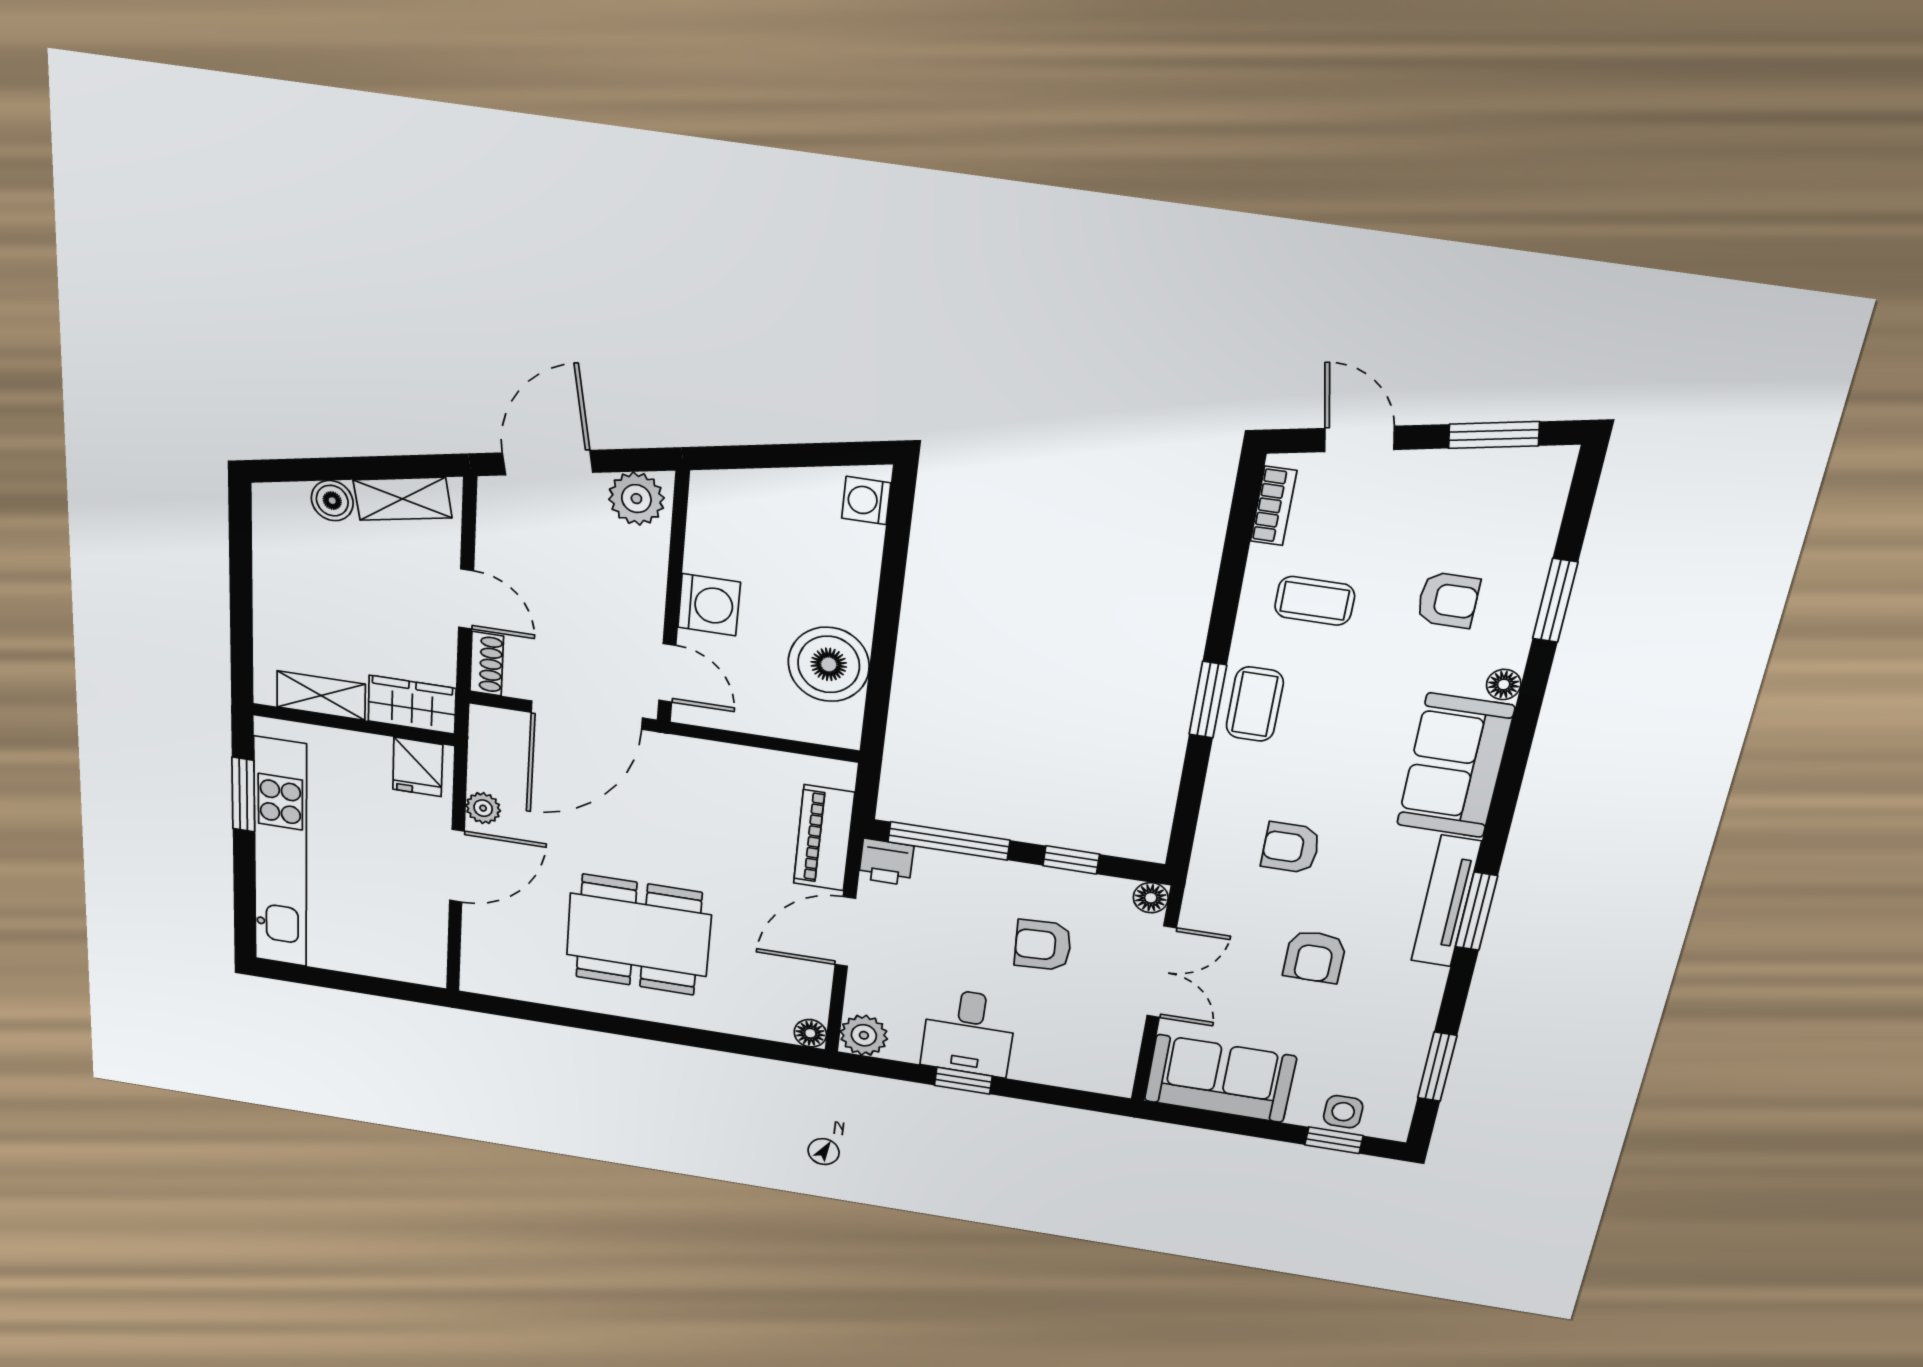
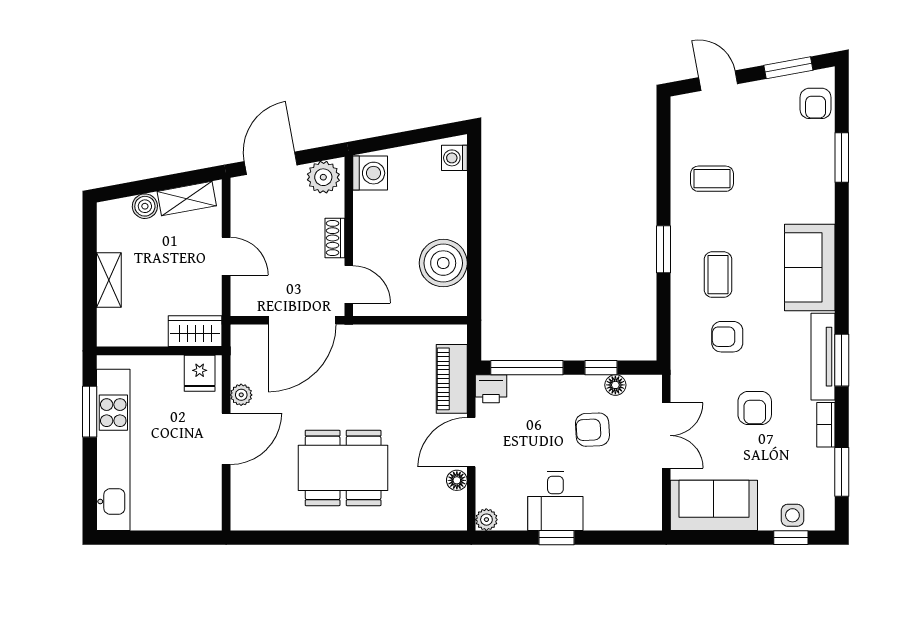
bookcase: (1274, 506) -> (826, 425), moved, turned 180
armchair: (1448, 600) -> (816, 103), moved, turned 90
washing machine: (709, 605) -> (370, 173), moved
shoe rack: (487, 664) -> (335, 238), moved, turned 180
floor lamp: (1504, 684) -> (825, 212), removed
shelving: (321, 695) -> (109, 280), moved, turned 90
coffee table: (1255, 704) -> (718, 275), moved
floor lamp: (1151, 898) -> (615, 385), moved
floor lamp: (810, 1033) -> (457, 480), moved
plant: (864, 1035) -> (486, 520), width x0.73, depth x0.73

